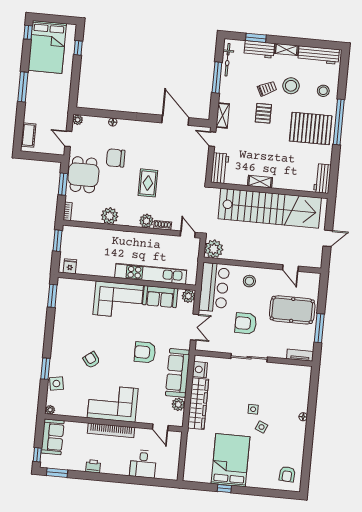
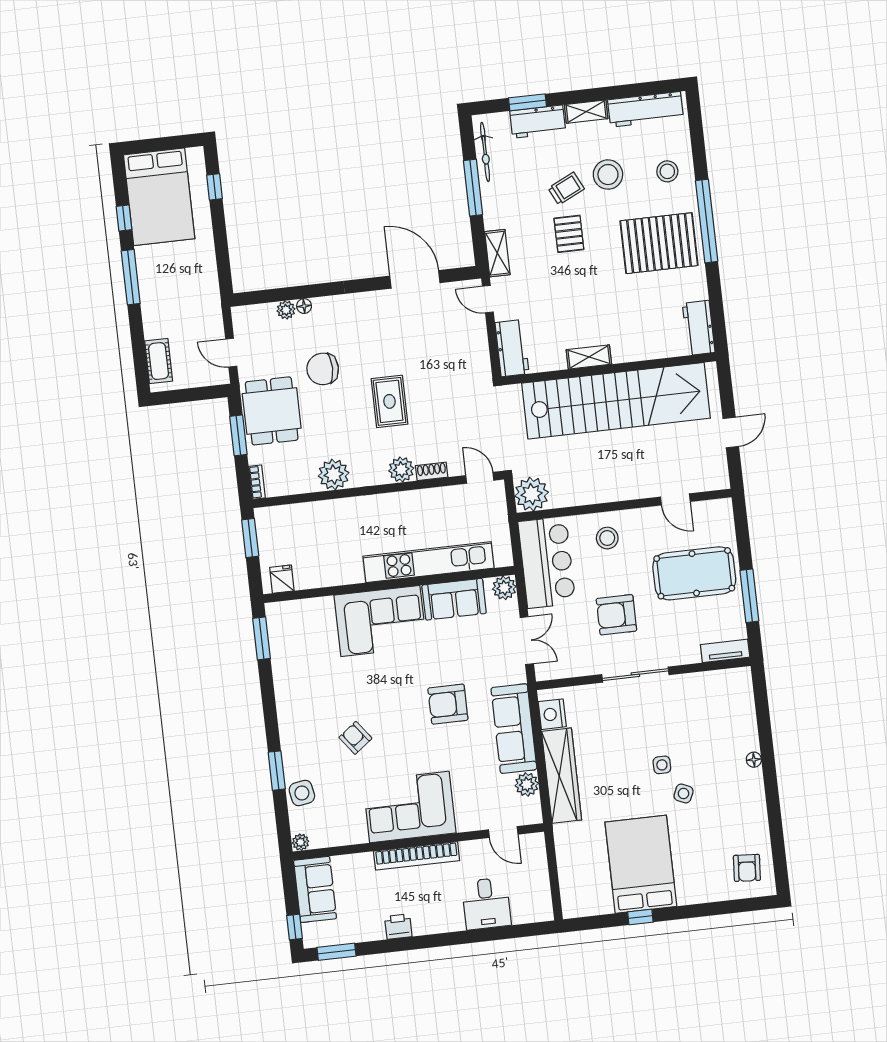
window: (28, 32) -> (124, 218), moved
plant: (78, 120) -> (286, 310), moved

